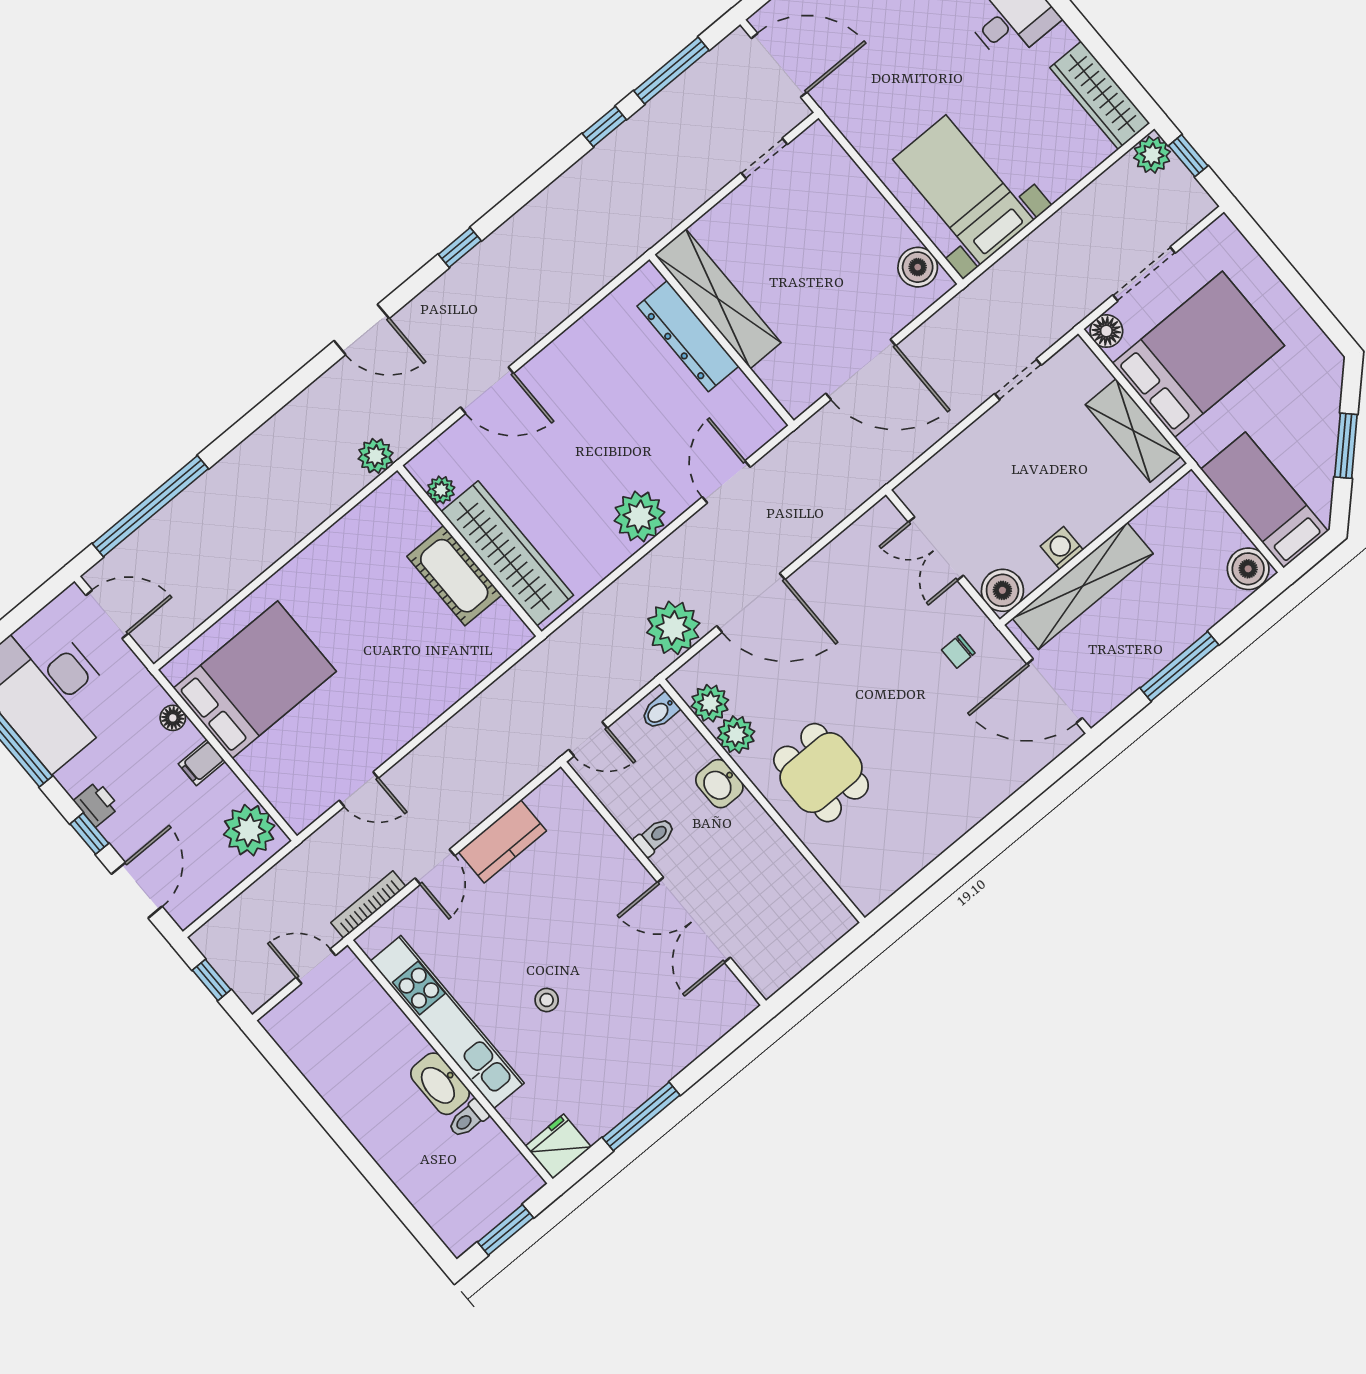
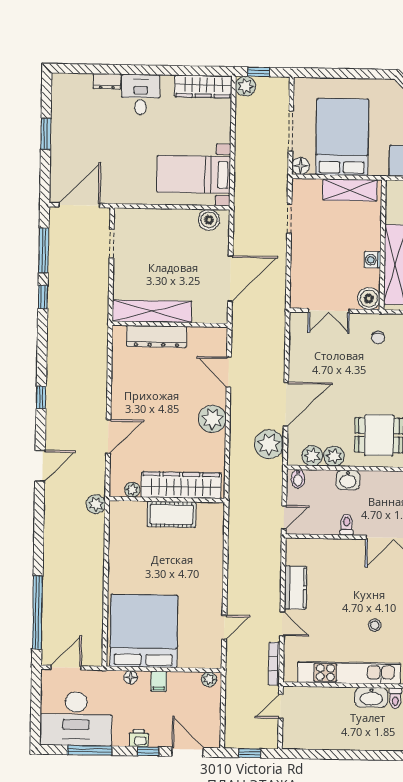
bed: (255, 680) -> (144, 631), width x1.36
plant: (249, 830) -> (209, 679), width x0.53, depth x0.53

